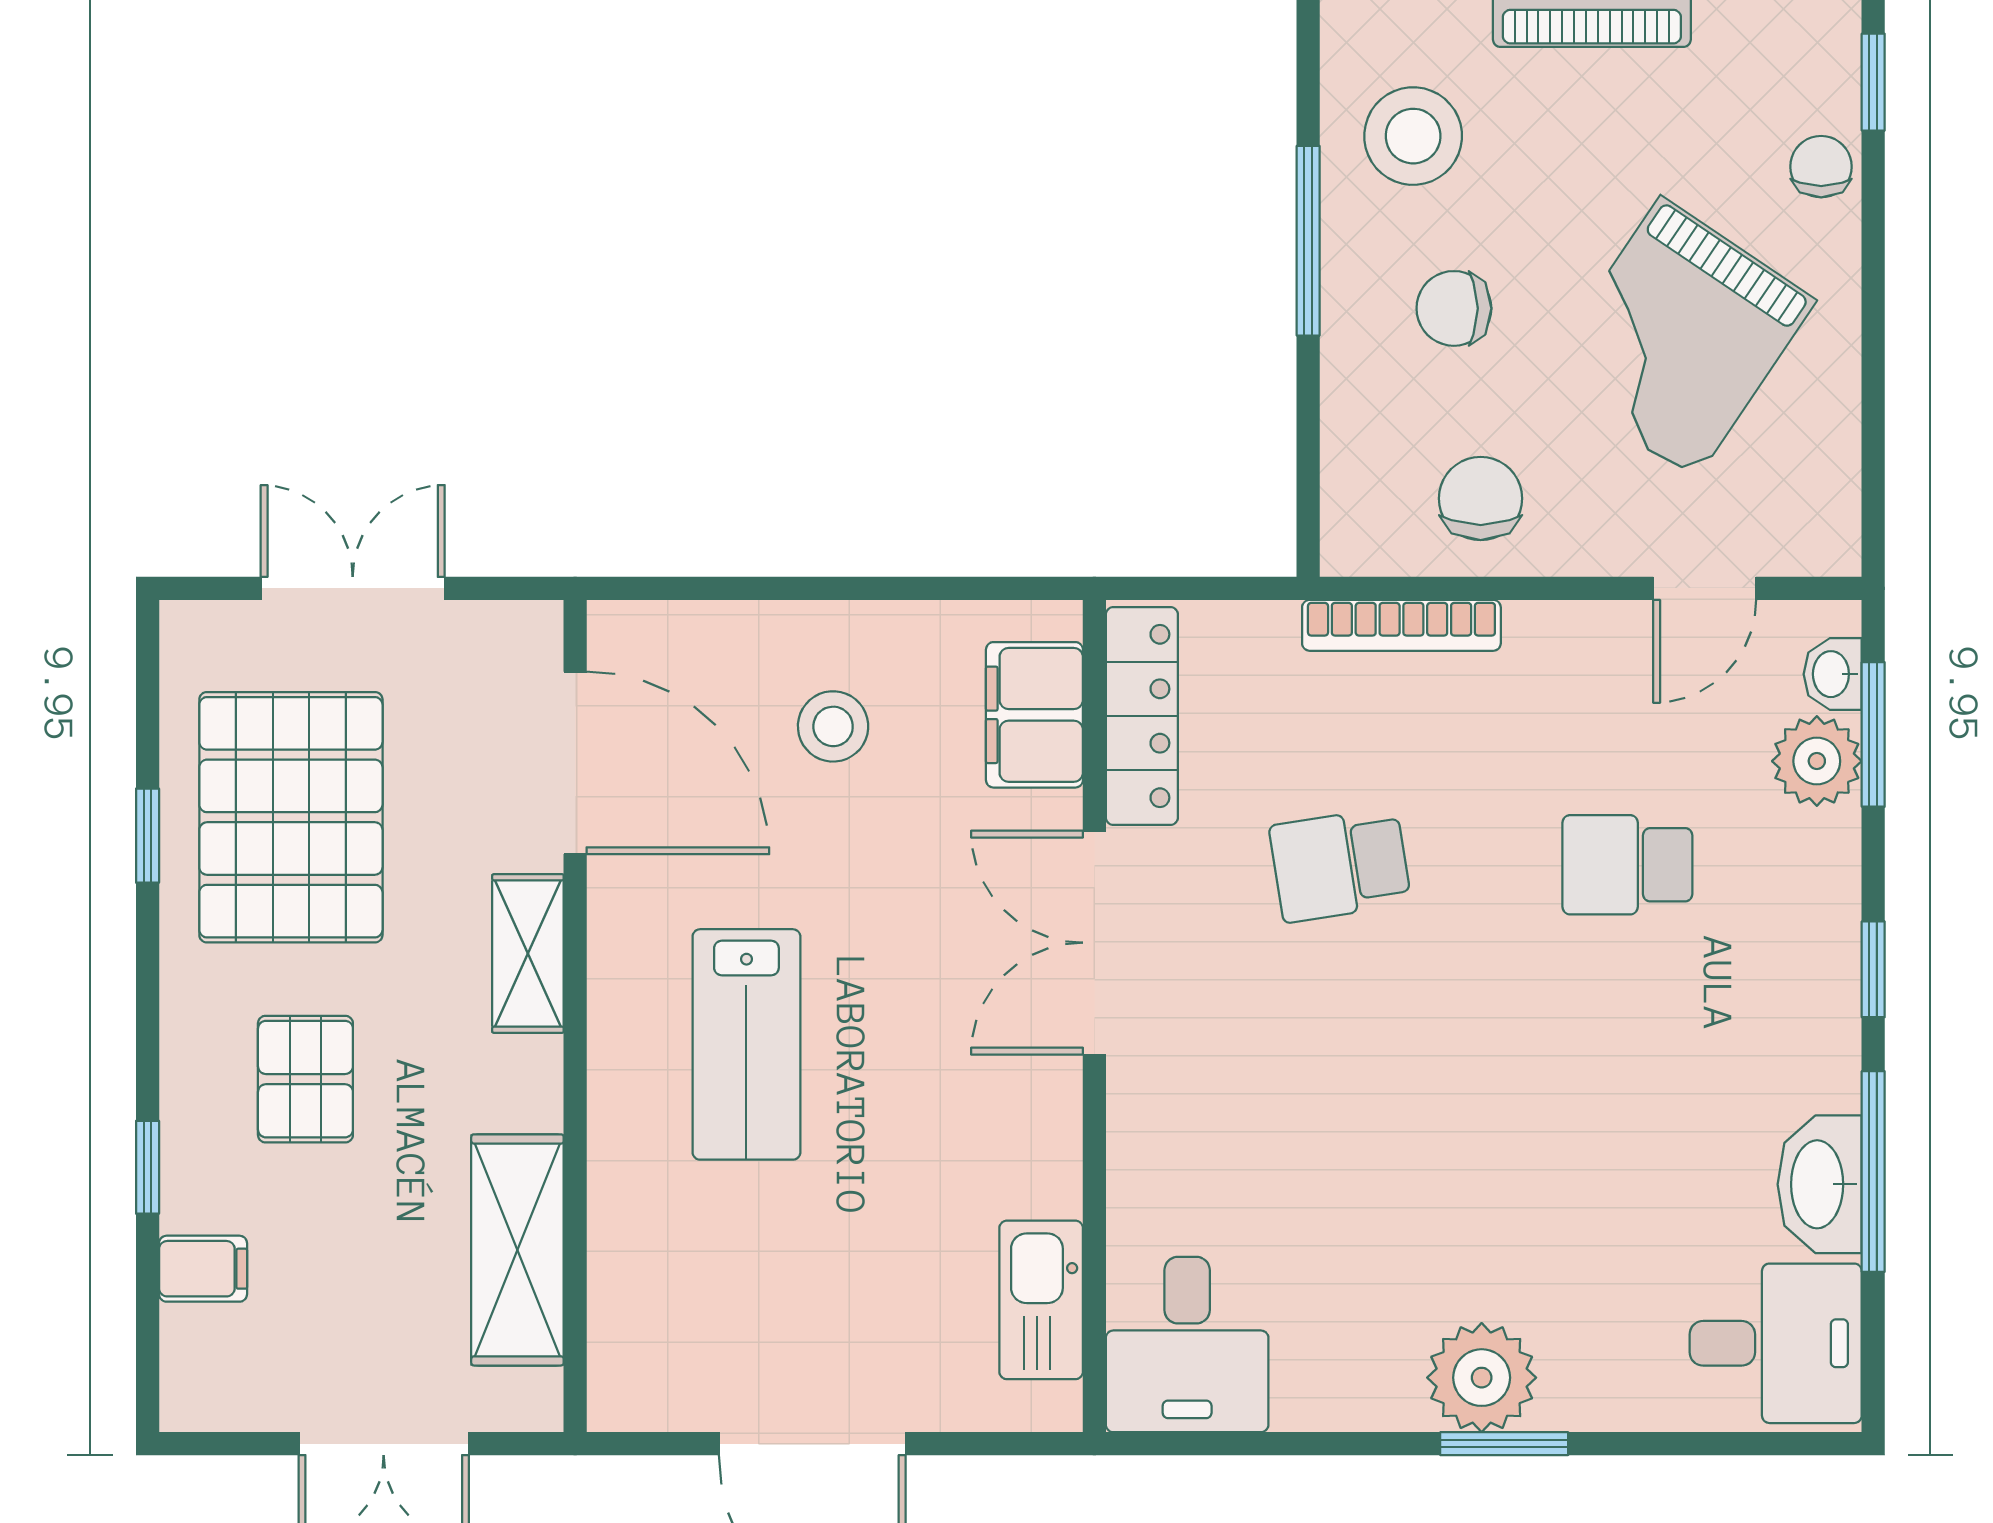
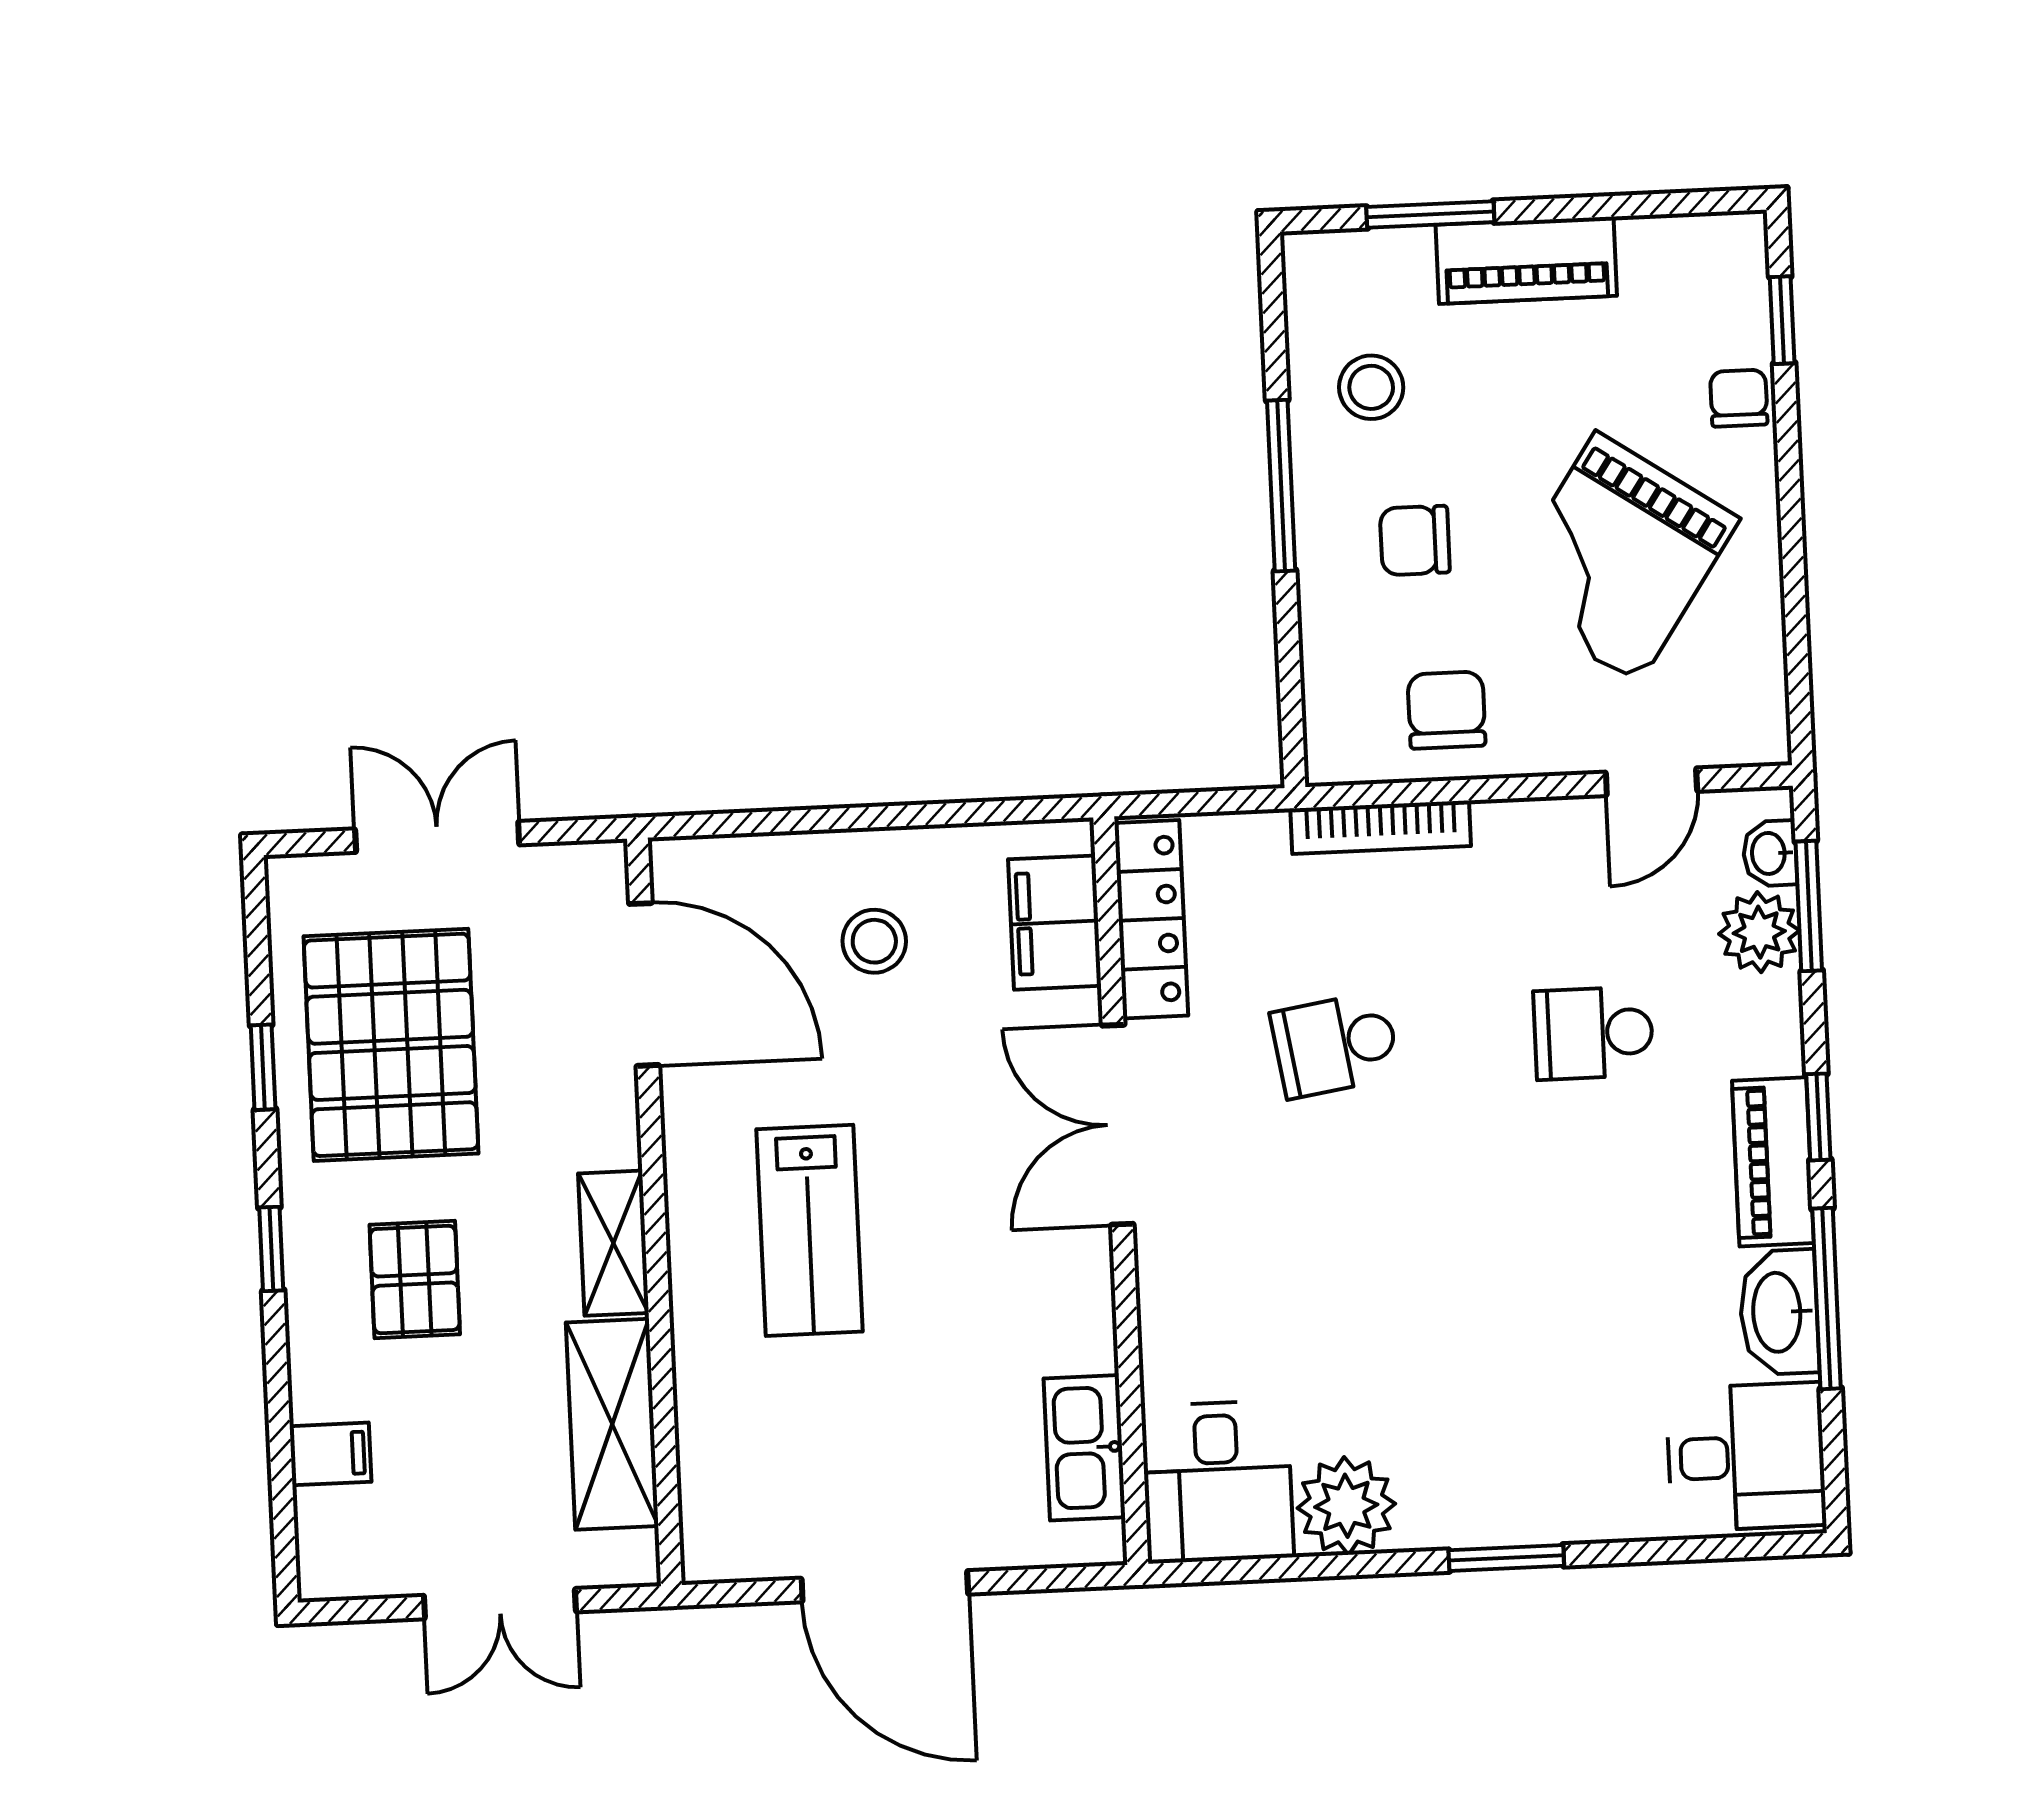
stool: (1413, 136) -> (1371, 387), width x0.73, depth x0.73
shelving: (528, 954) -> (613, 1243), moved
piano: (1820, 1017) -> (1773, 1162), added
window: (148, 1167) -> (271, 1249), moved
plant: (1482, 1378) -> (1346, 1506), moved

